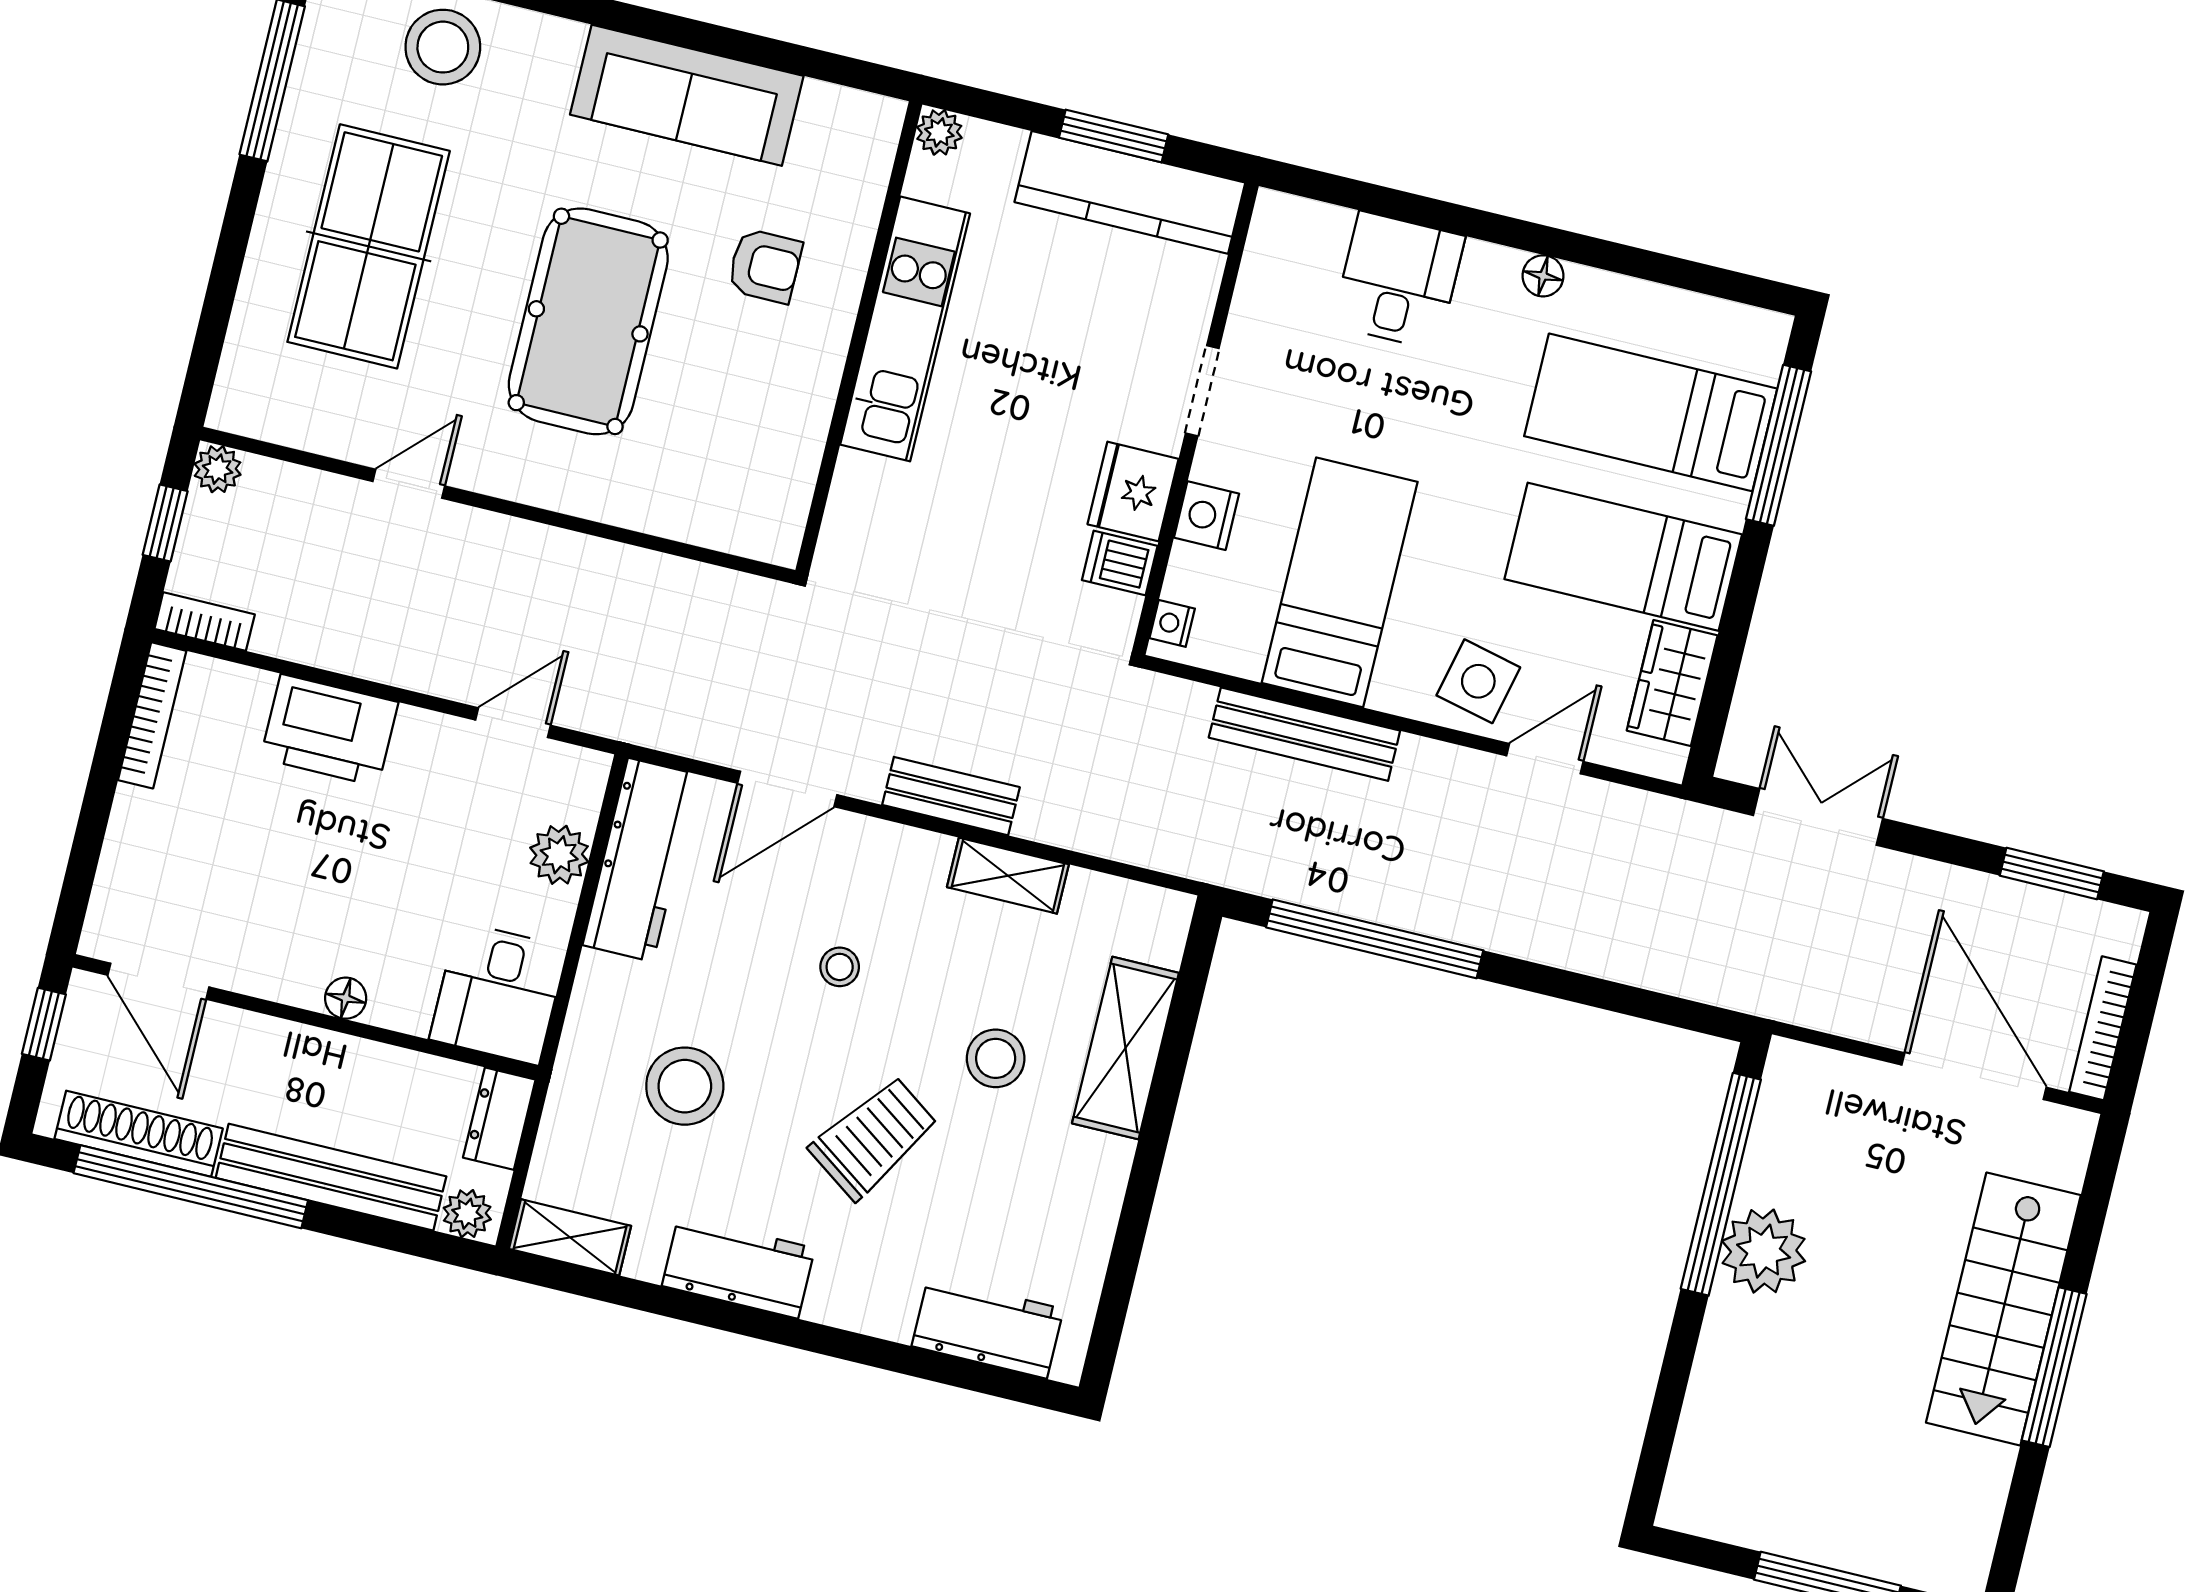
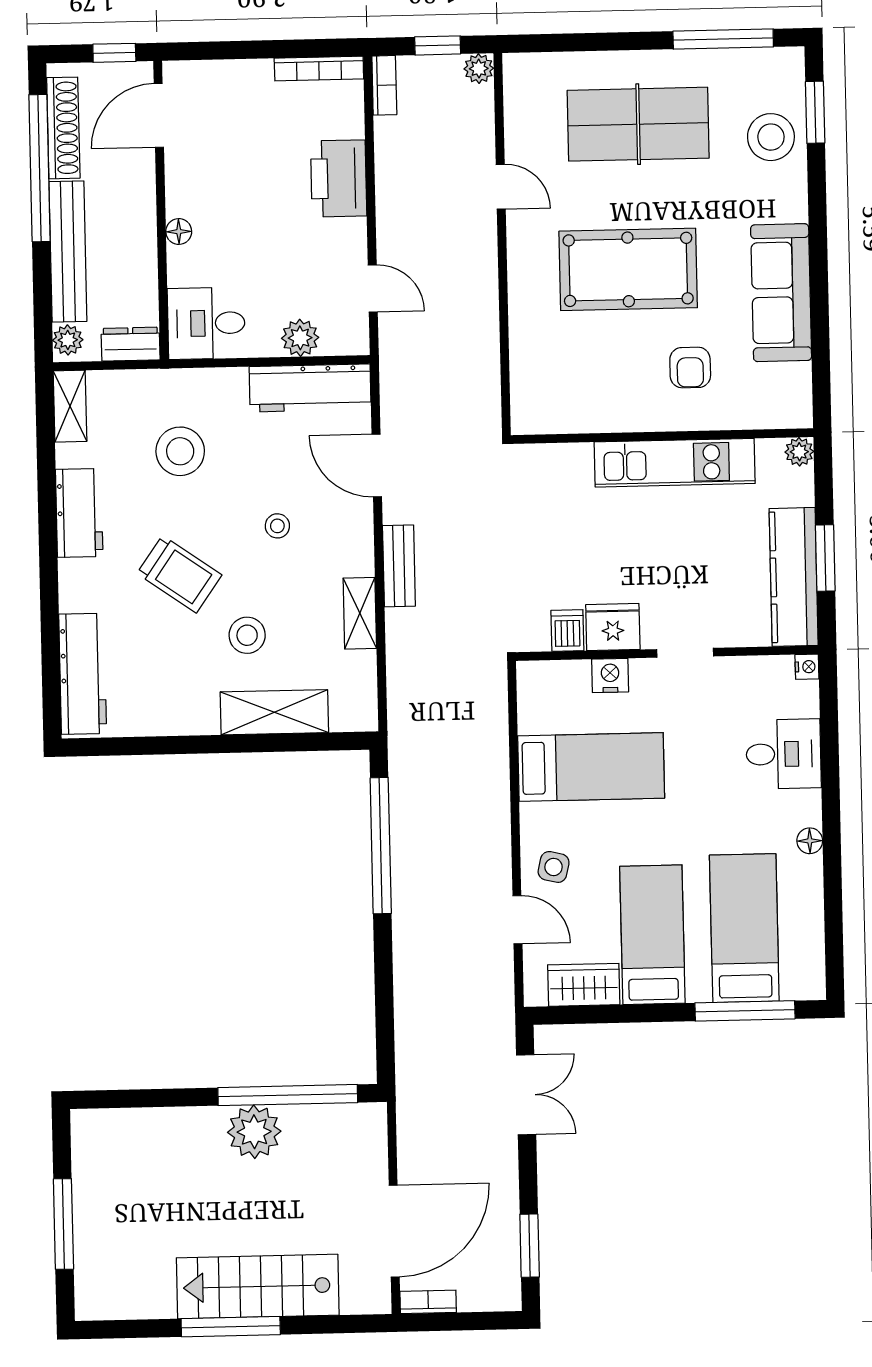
nightstand: (1172, 623) -> (807, 667), moved, turned 90
side table: (1478, 681) -> (554, 867), width x0.73, depth x0.73
bench: (1304, 734) -> (493, 770), removed
bookcase: (2103, 1028) -> (428, 1302), width x0.64
workbench: (988, 1328) -> (83, 674), width x1.38

